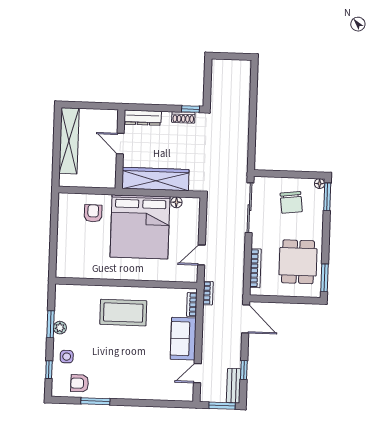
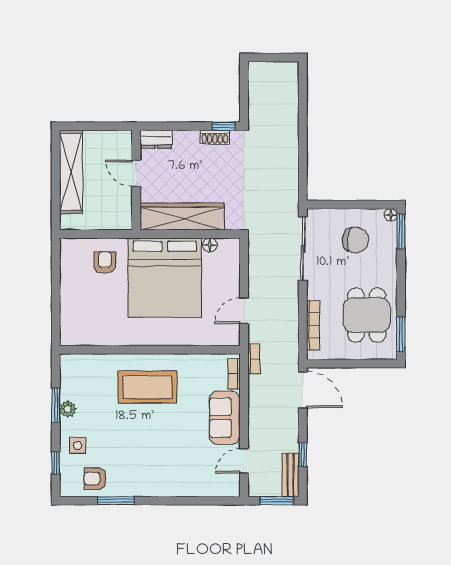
dresser: (143, 118) -> (156, 139), width x0.70
chair: (291, 202) -> (355, 240), turned -74

